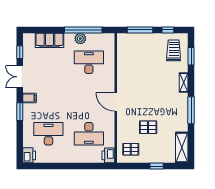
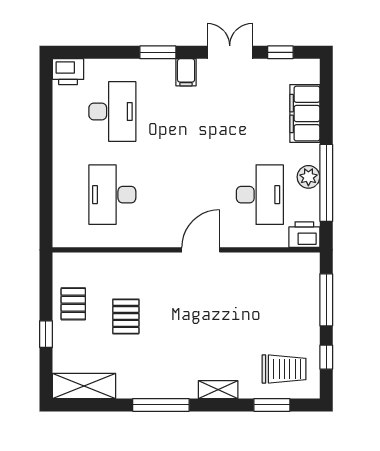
door: (116, 102) -> (201, 250), moved
pallet: (131, 149) -> (73, 304), moved
printer: (108, 155) -> (304, 235), moved

